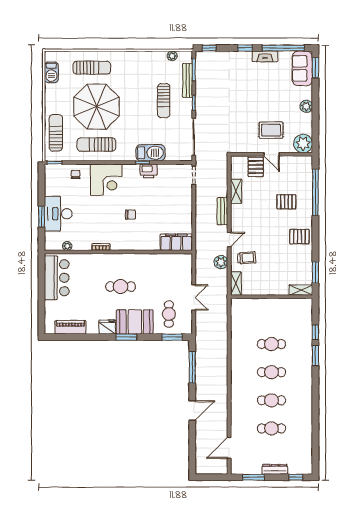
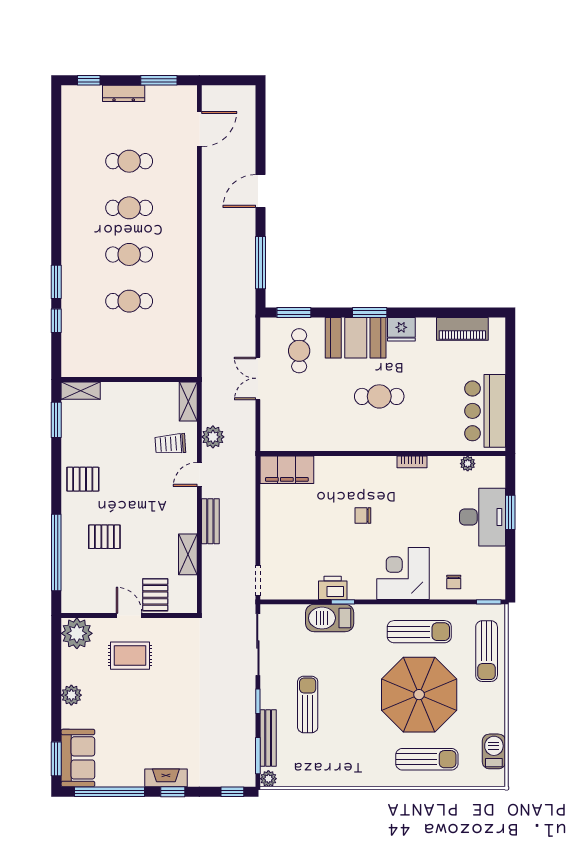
plant: (172, 56) -> (268, 779), moved
fireplace: (265, 56) -> (166, 778), moved
sun lounger: (92, 68) -> (427, 759), turned 180

